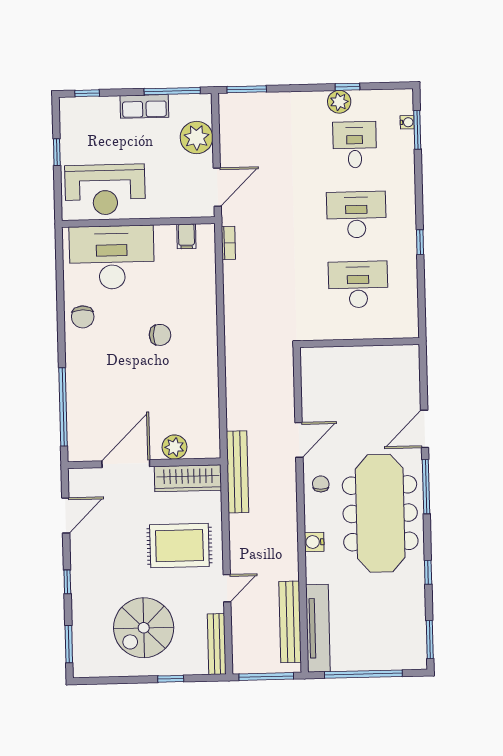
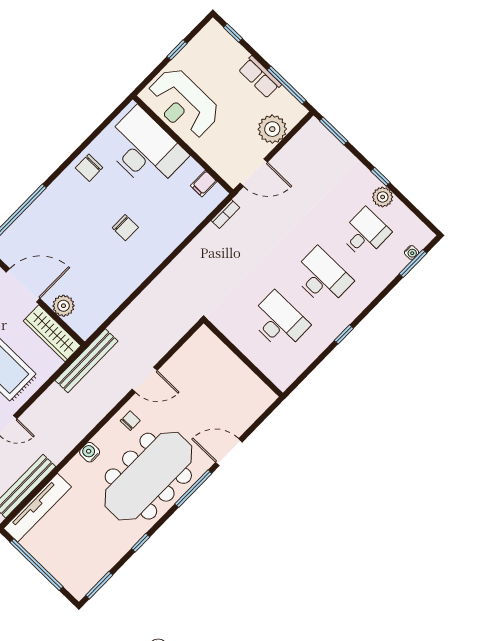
window: (347, 87) -> (380, 177), moved

